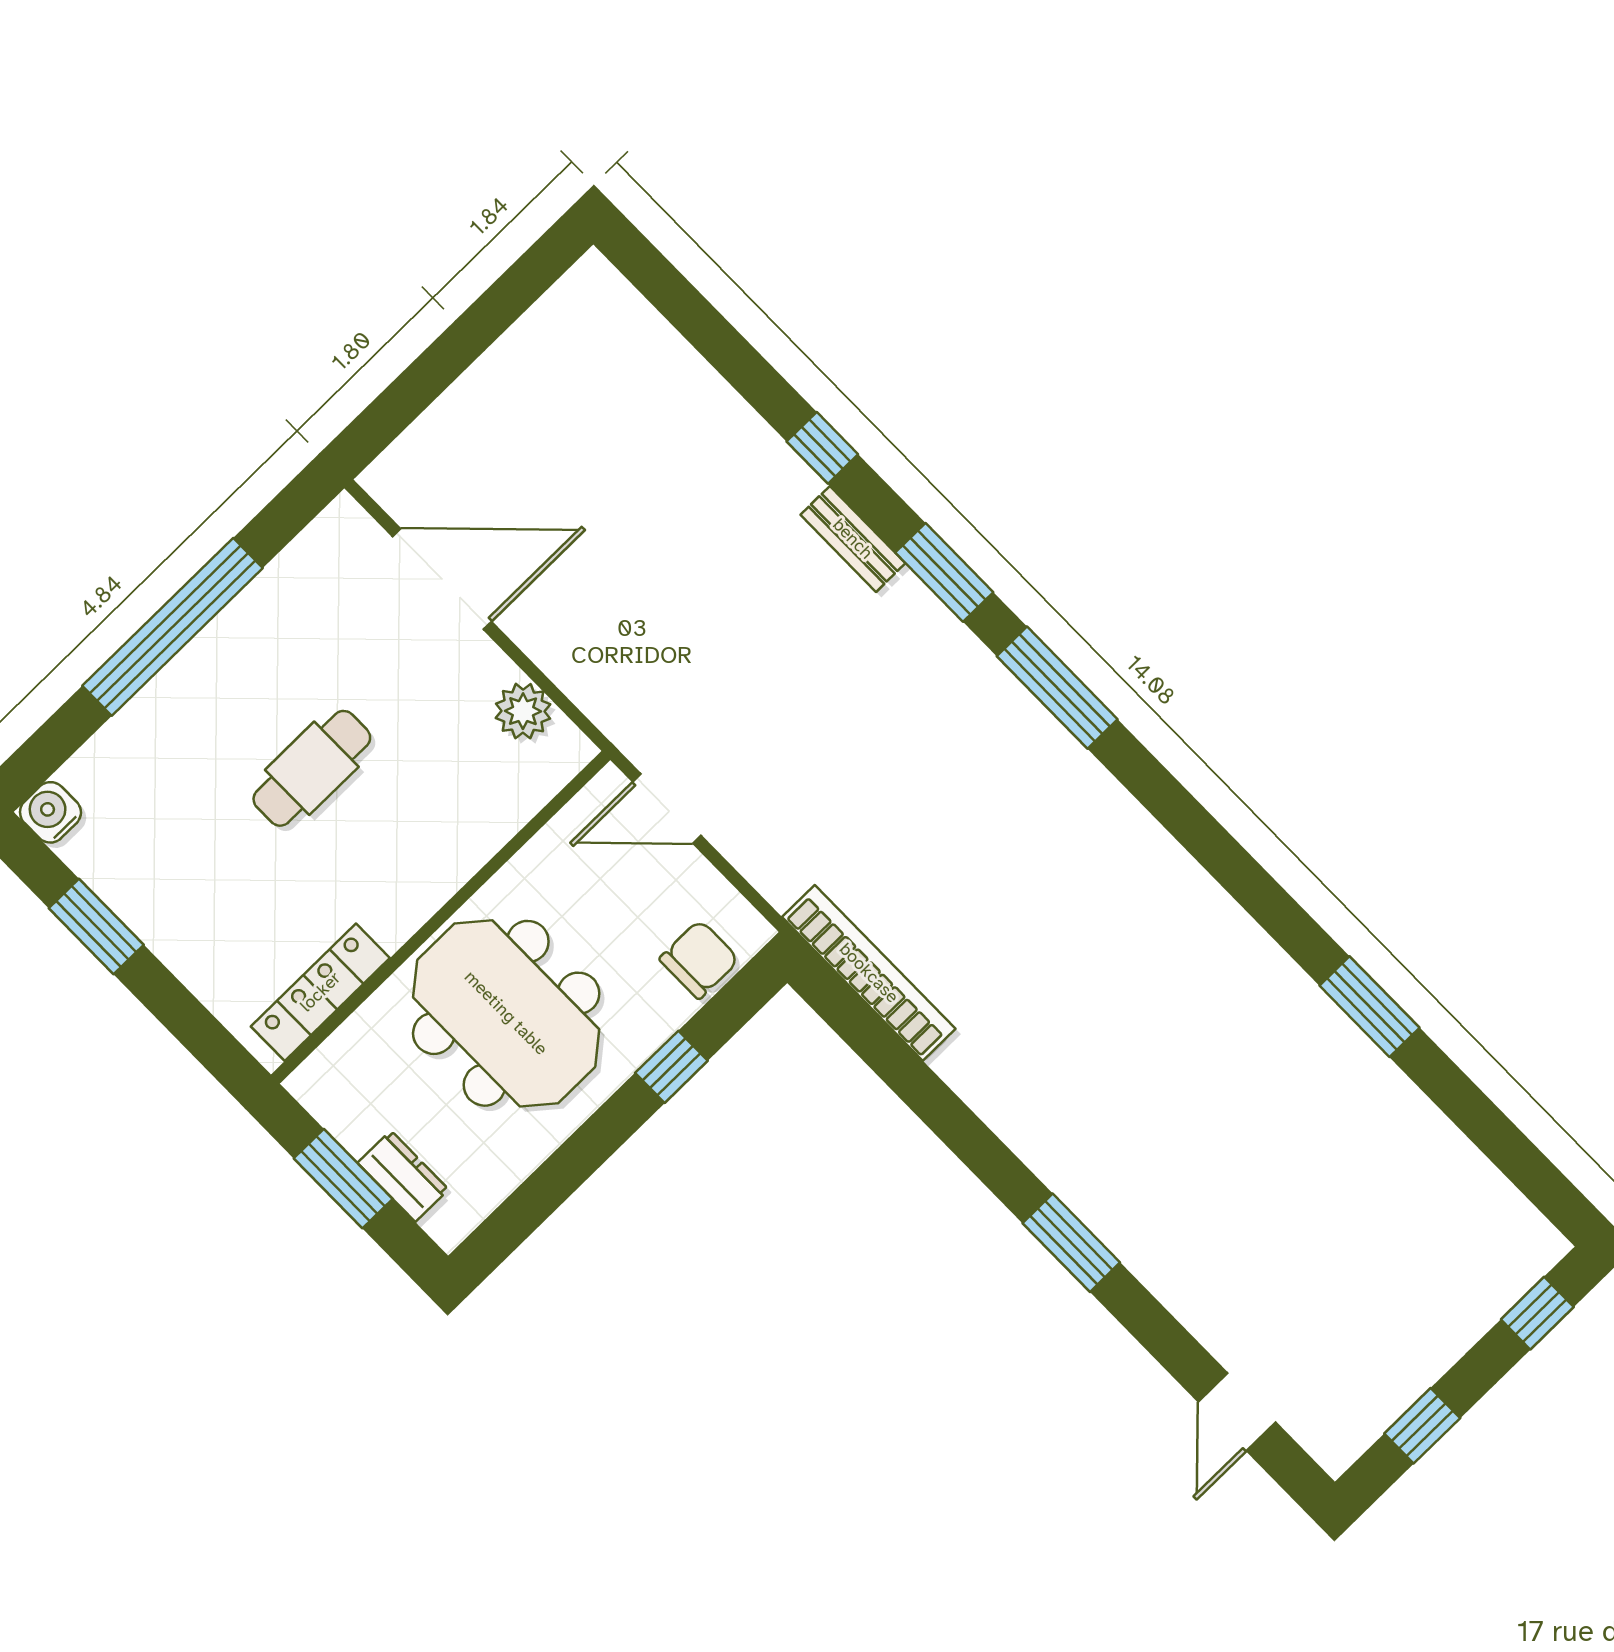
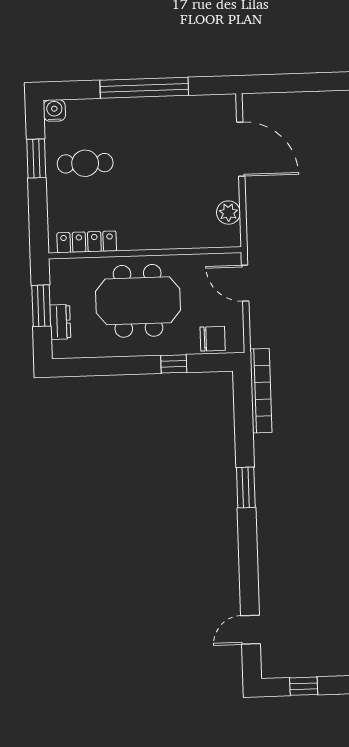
cafe table: (312, 768) -> (85, 163), moved
meeting table: (506, 1013) -> (138, 301), turned 90
window: (1071, 1243) -> (246, 488), moved

